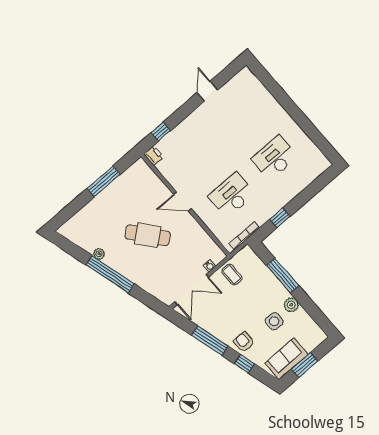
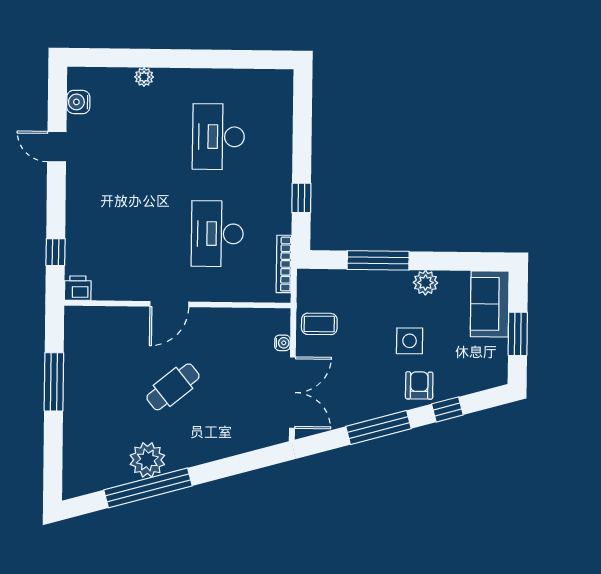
water cooler: (235, 83) -> (78, 102), added
plant: (272, 102) -> (144, 77), added
cafe table: (148, 235) -> (173, 387), width x0.73, depth x0.74
plant: (99, 254) -> (147, 460), width x1.87, depth x1.87
window: (110, 274) -> (148, 488), moved
side table: (274, 321) -> (410, 341), moved
armchair: (244, 342) -> (419, 385), turned 90
sofa: (286, 359) -> (490, 304), moved

